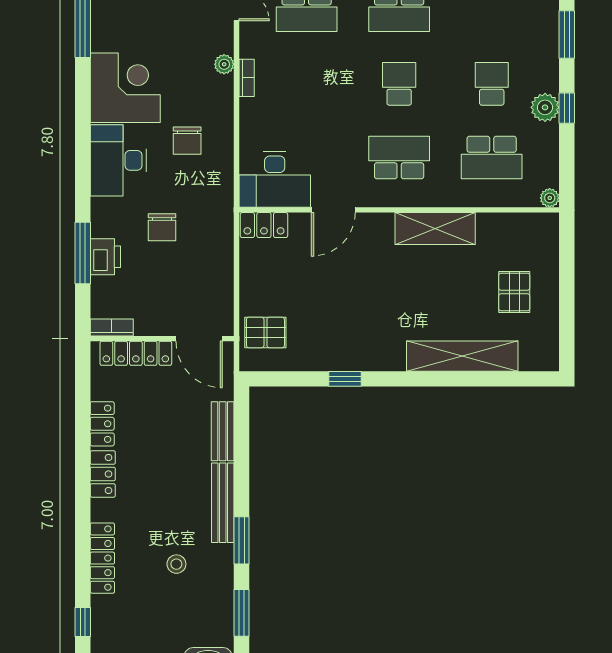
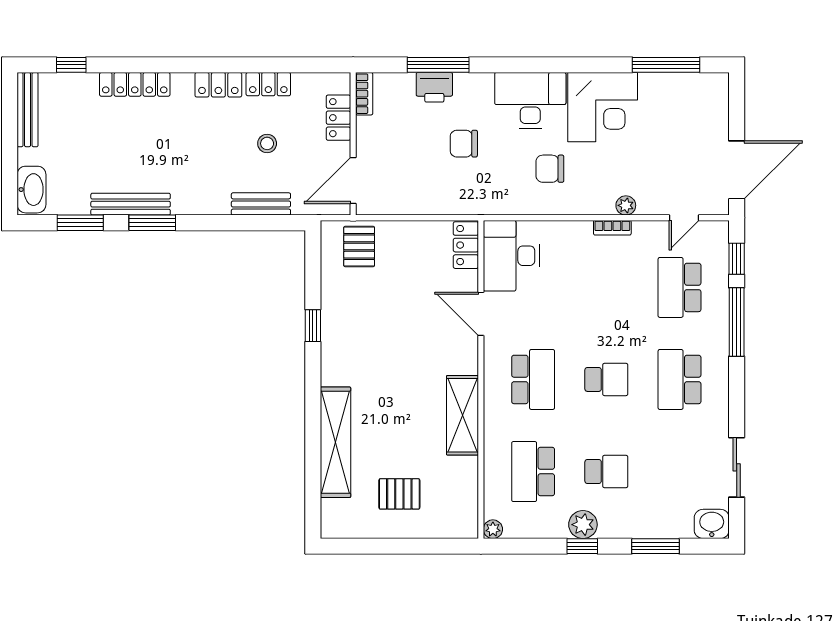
locker: (136, 353) -> (338, 118), width x0.66
bench: (223, 503) -> (131, 204), moved
stool: (176, 564) -> (267, 143), moved

